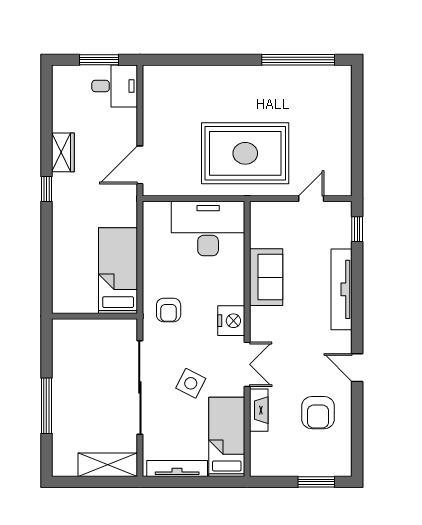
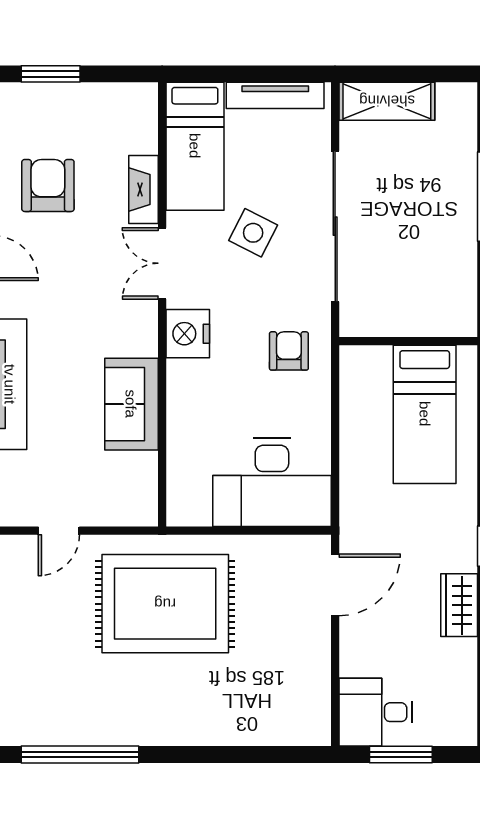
desk: (208, 229) -> (272, 482), moved
bed: (118, 271) -> (425, 414), moved

